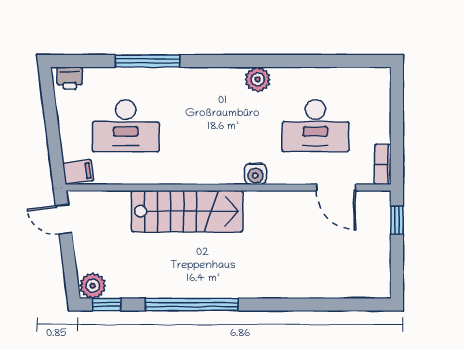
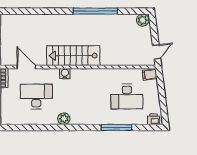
desk: (126, 126) -> (127, 97), turned 180
stairs: (187, 211) -> (73, 56), moved
door: (64, 219) -> (157, 52), hinge flipped
window: (107, 304) -> (136, 11), removed

